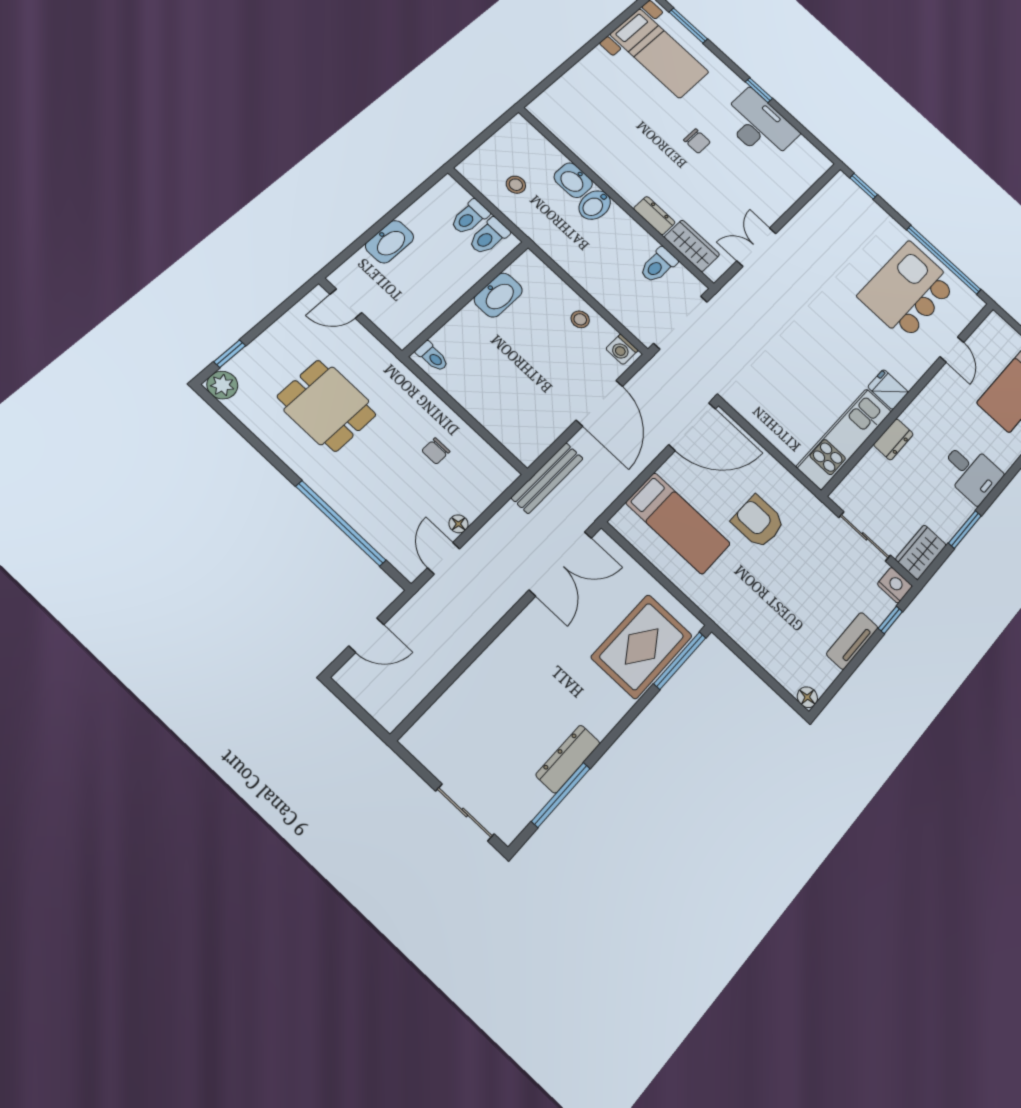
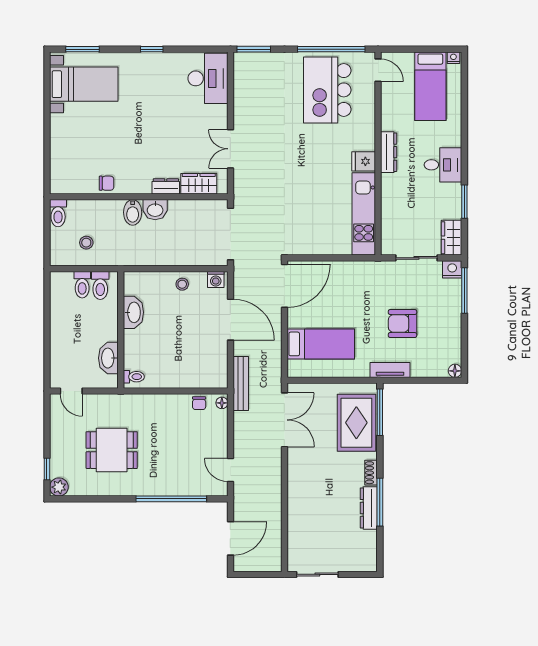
desk: (759, 125) -> (208, 78), moved, turned 90
chair: (697, 141) -> (106, 183), moved
washbasin: (573, 180) -> (155, 210), moved
window: (864, 186) -> (254, 49), width x1.50
washbasin: (390, 242) -> (108, 358), moved, turned 180
toilet: (658, 265) -> (58, 213), moved
door: (346, 304) -> (71, 391), hinge flipped
door: (952, 350) -> (378, 70), moved
dresser: (893, 439) -> (389, 152), moved, width x1.44
chair: (436, 451) -> (199, 403), moved
armchair: (758, 522) -> (402, 324), moved
floor lamp: (458, 524) -> (222, 403), moved
window: (890, 620) -> (464, 290), width x2.17
door: (366, 635) -> (230, 538), width x1.38
tv unit: (852, 641) -> (390, 370), moved, turned 90
shoe rack: (608, 720) -> (371, 473), added
window: (561, 795) -> (380, 502), moved
sliding door: (465, 812) -> (317, 574), moved

